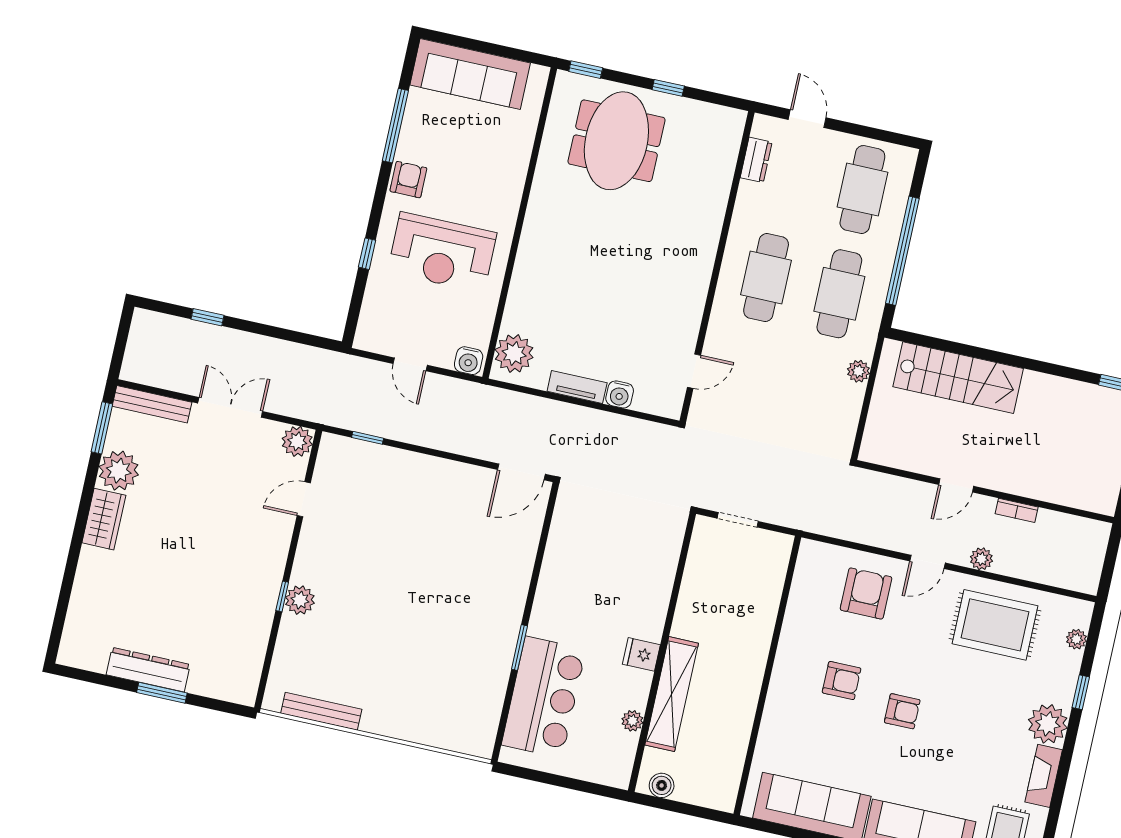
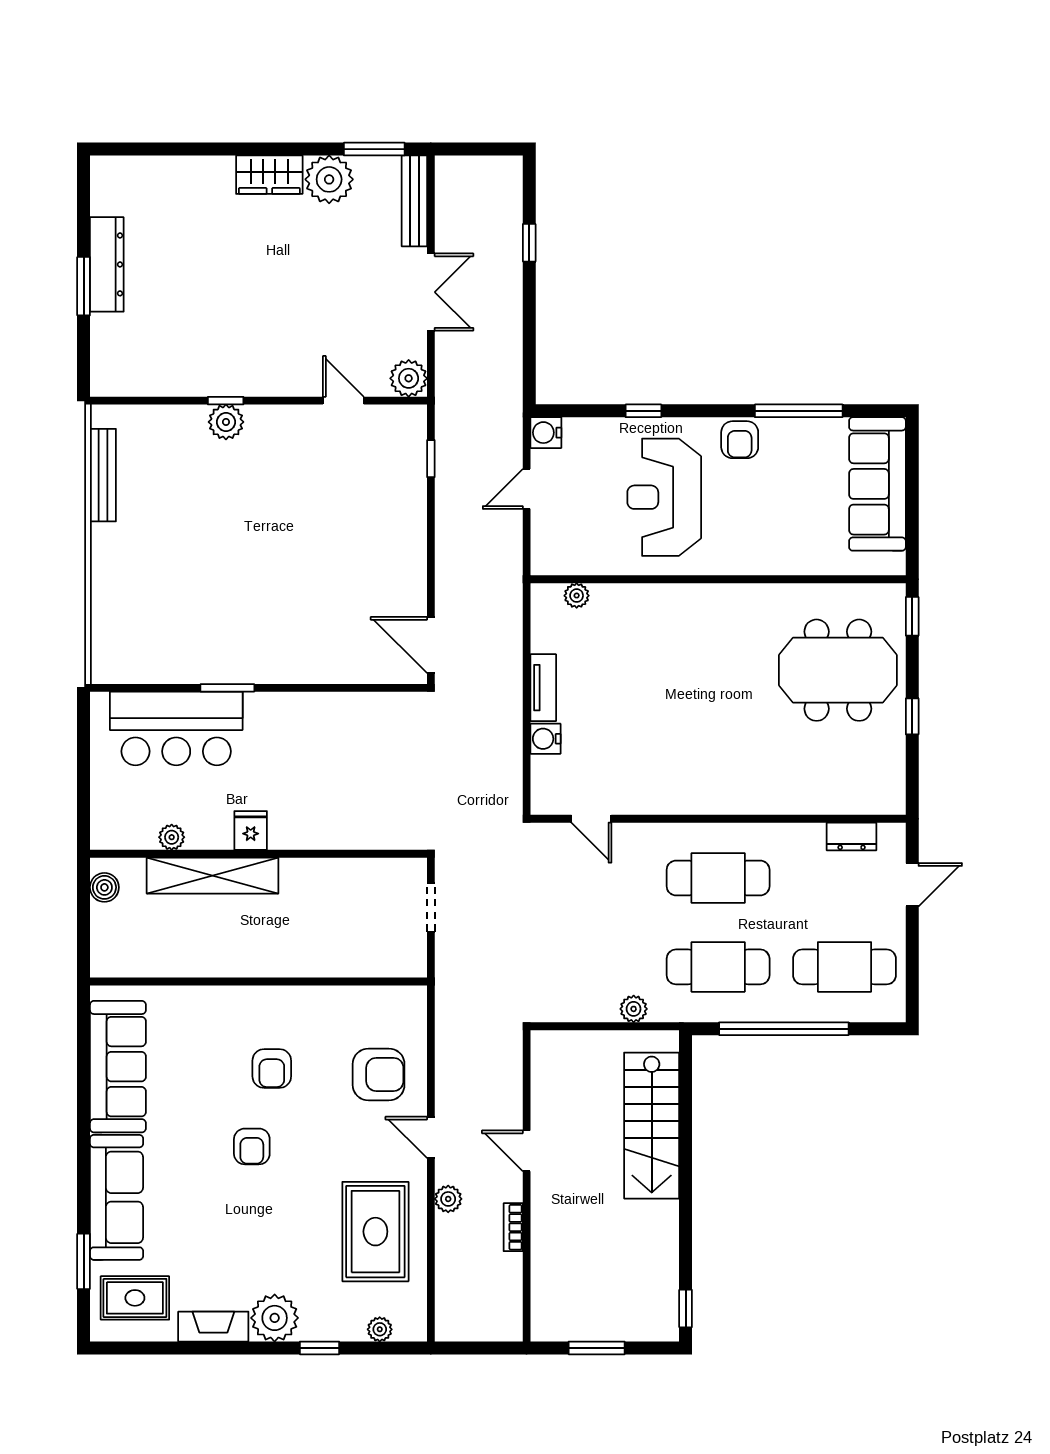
armchair: (408, 180) -> (740, 440), turned 90
plant: (514, 353) -> (577, 596), width x0.53, depth x0.53
water cooler: (469, 361) -> (546, 433), moved

